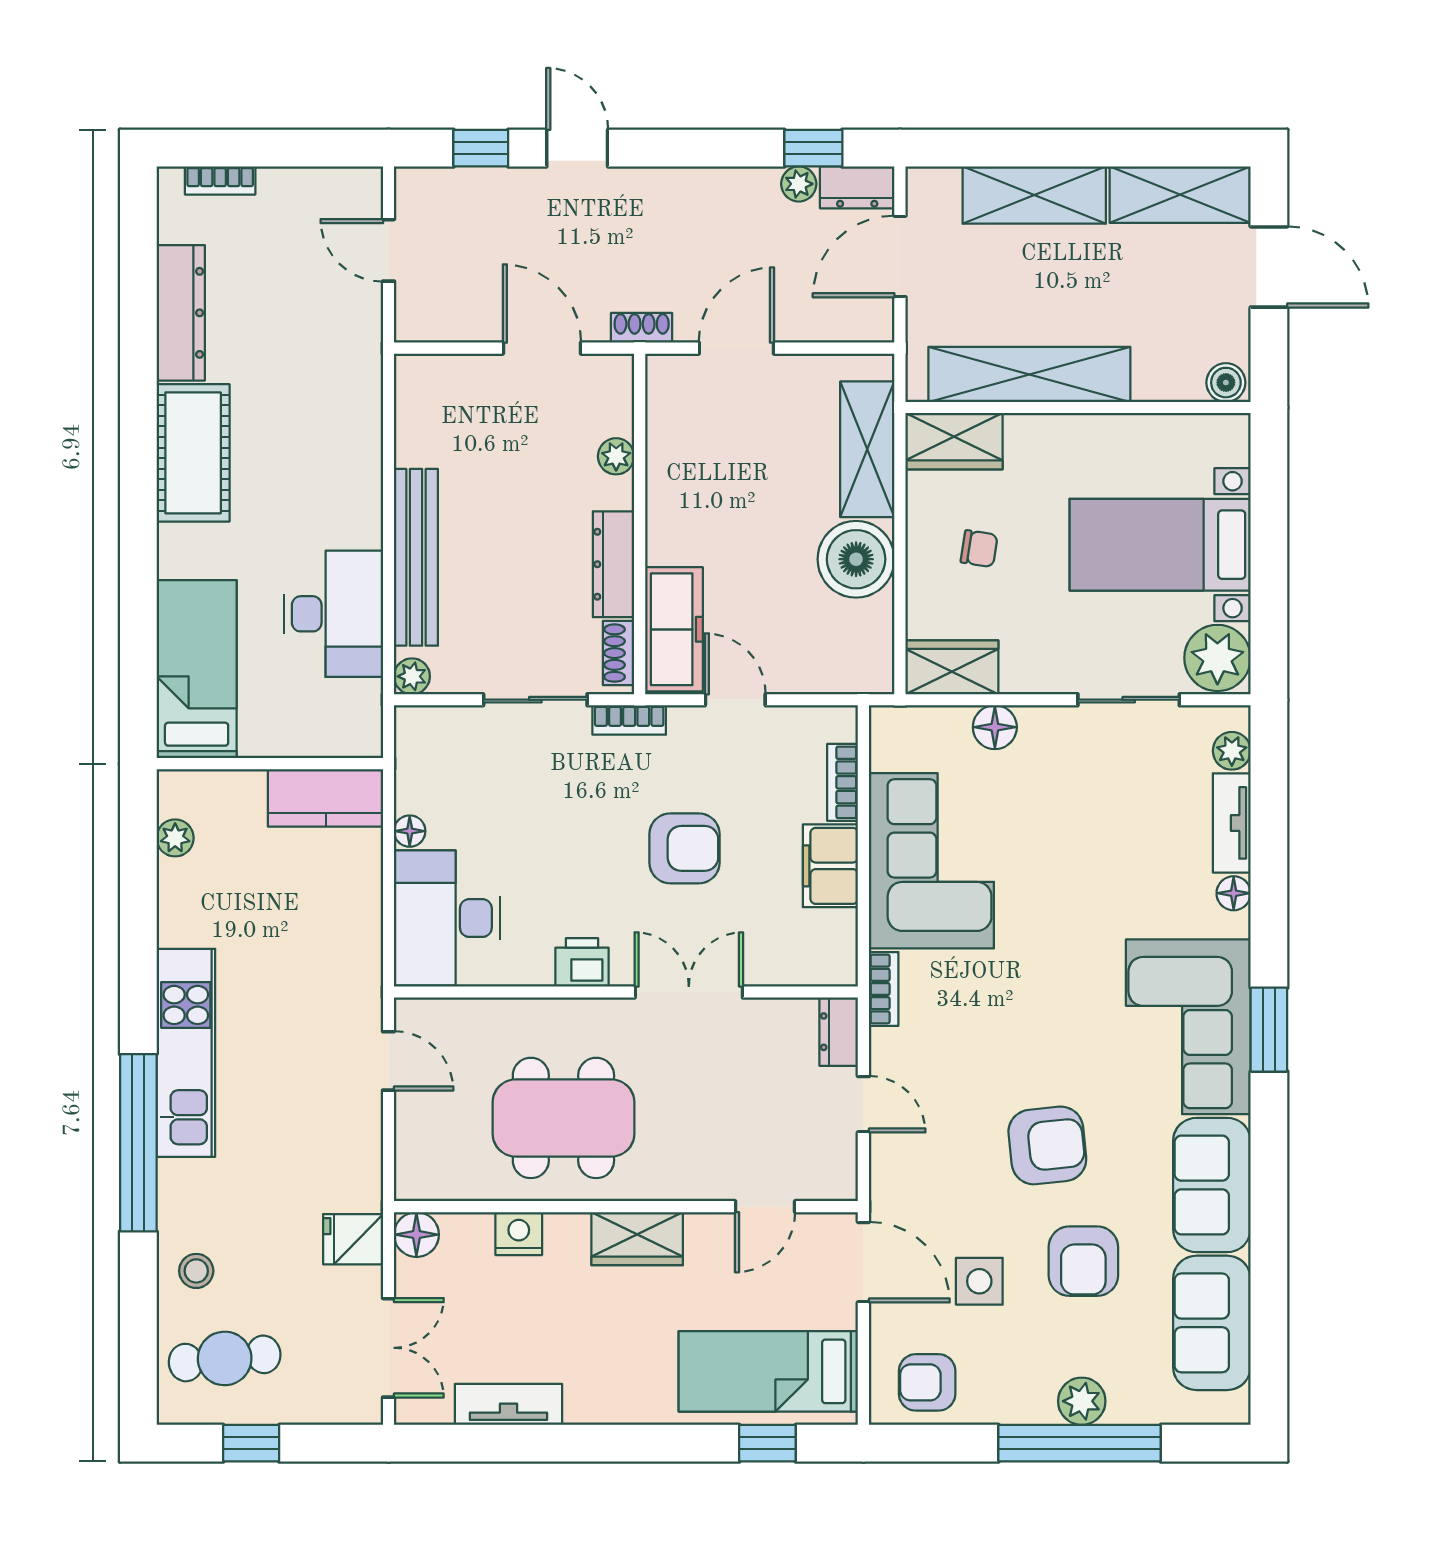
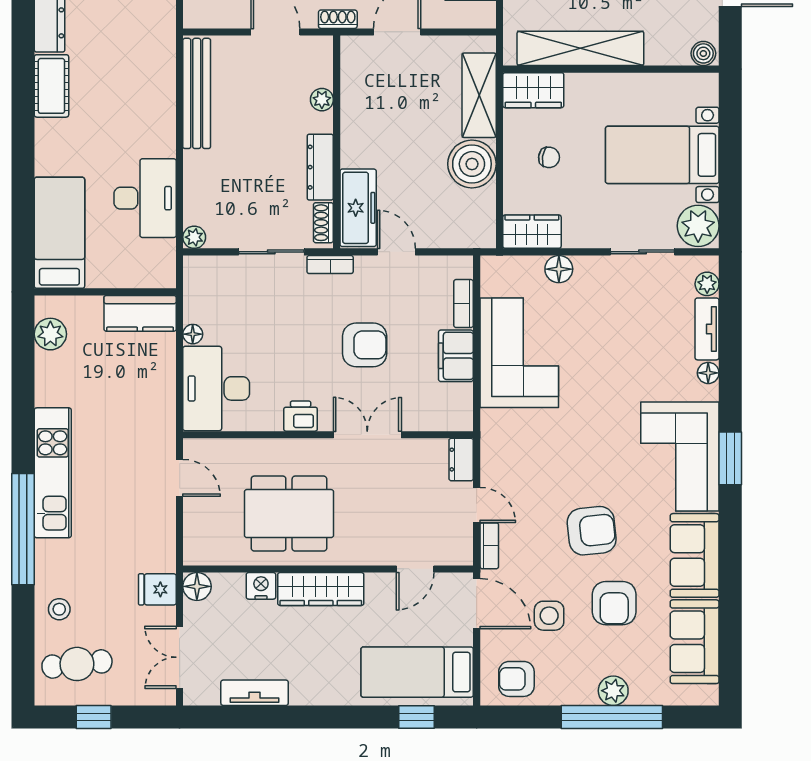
cot: (193, 453) -> (51, 86), width x0.73, depth x0.75
bench: (416, 557) -> (197, 93), moved
plant: (175, 838) -> (50, 334), width x1.38, depth x1.38
bookcase: (884, 989) -> (489, 546), moved
wardrobe: (637, 1239) -> (321, 589), width x1.50
double door: (389, 1348) -> (180, 657), swing flipped

